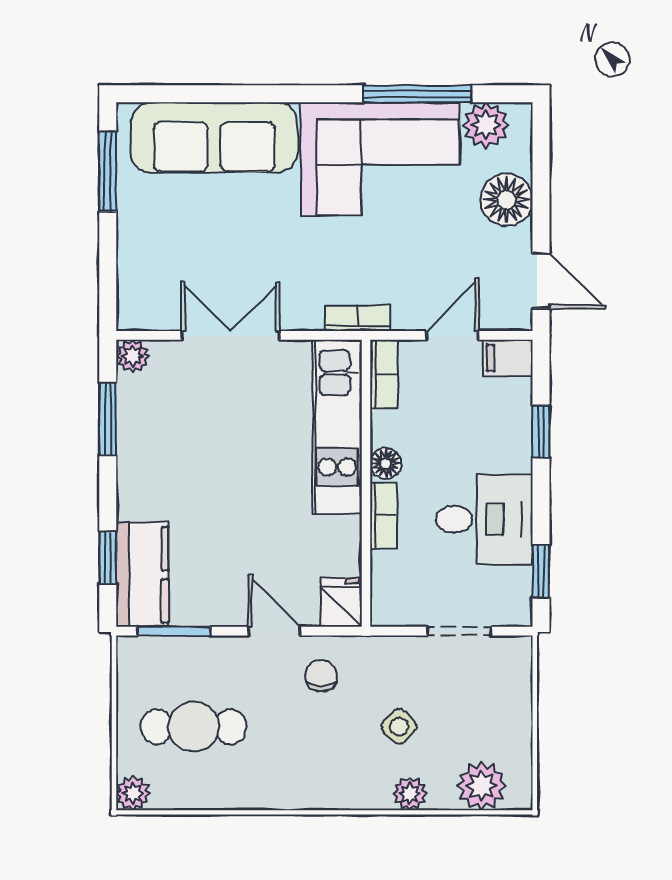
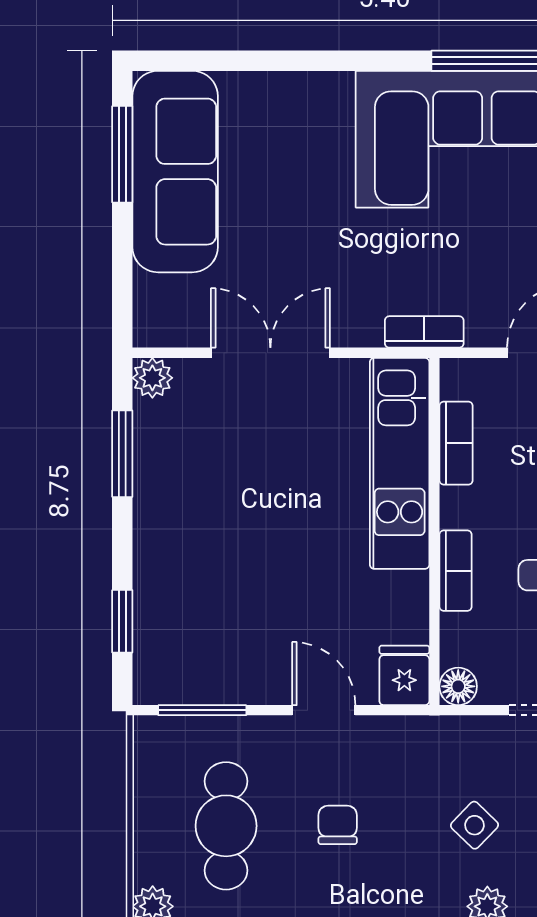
sofa: (214, 138) -> (175, 172), moved, turned -90
bookcase: (384, 374) -> (456, 443), moved
floor lamp: (386, 463) -> (458, 686), moved
kitchen counter: (142, 575) -> (164, 642), removed
chair: (321, 676) -> (338, 825), moved
cafe table: (194, 727) -> (226, 826), turned 90

